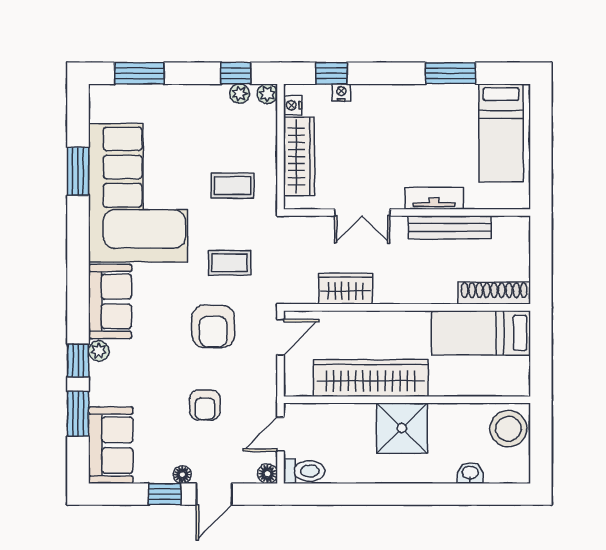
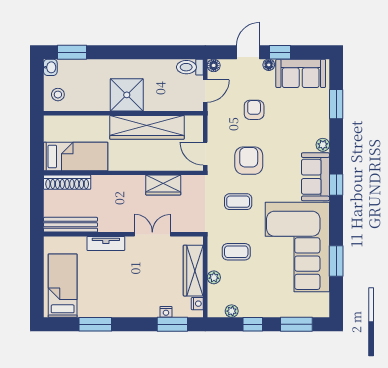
window: (236, 73) -> (253, 324), moved
window: (331, 73) -> (172, 324), width x1.50
plant: (267, 94) -> (214, 277), moved
bench: (450, 227) -> (70, 225), moved
door: (280, 337) -> (205, 154), hinge flipped
window: (78, 360) -> (336, 185), moved
stool: (508, 429) -> (58, 95), width x0.53, depth x0.53
sofa: (111, 445) -> (301, 73), moved, turned -90
washbasin: (470, 473) -> (50, 67), moved, turned -90
window: (486, 494) -> (72, 52), added

